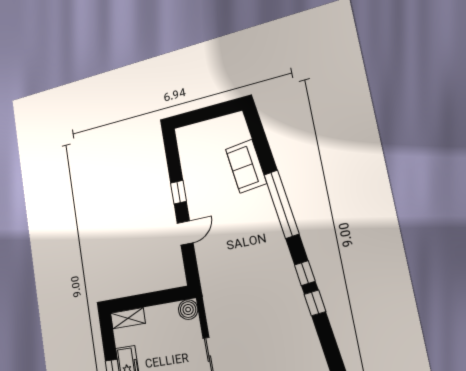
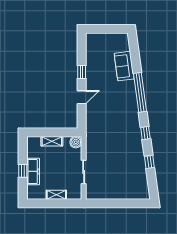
window: (315, 303) -> (149, 162), moved
shelving: (128, 318) -> (52, 141), moved

